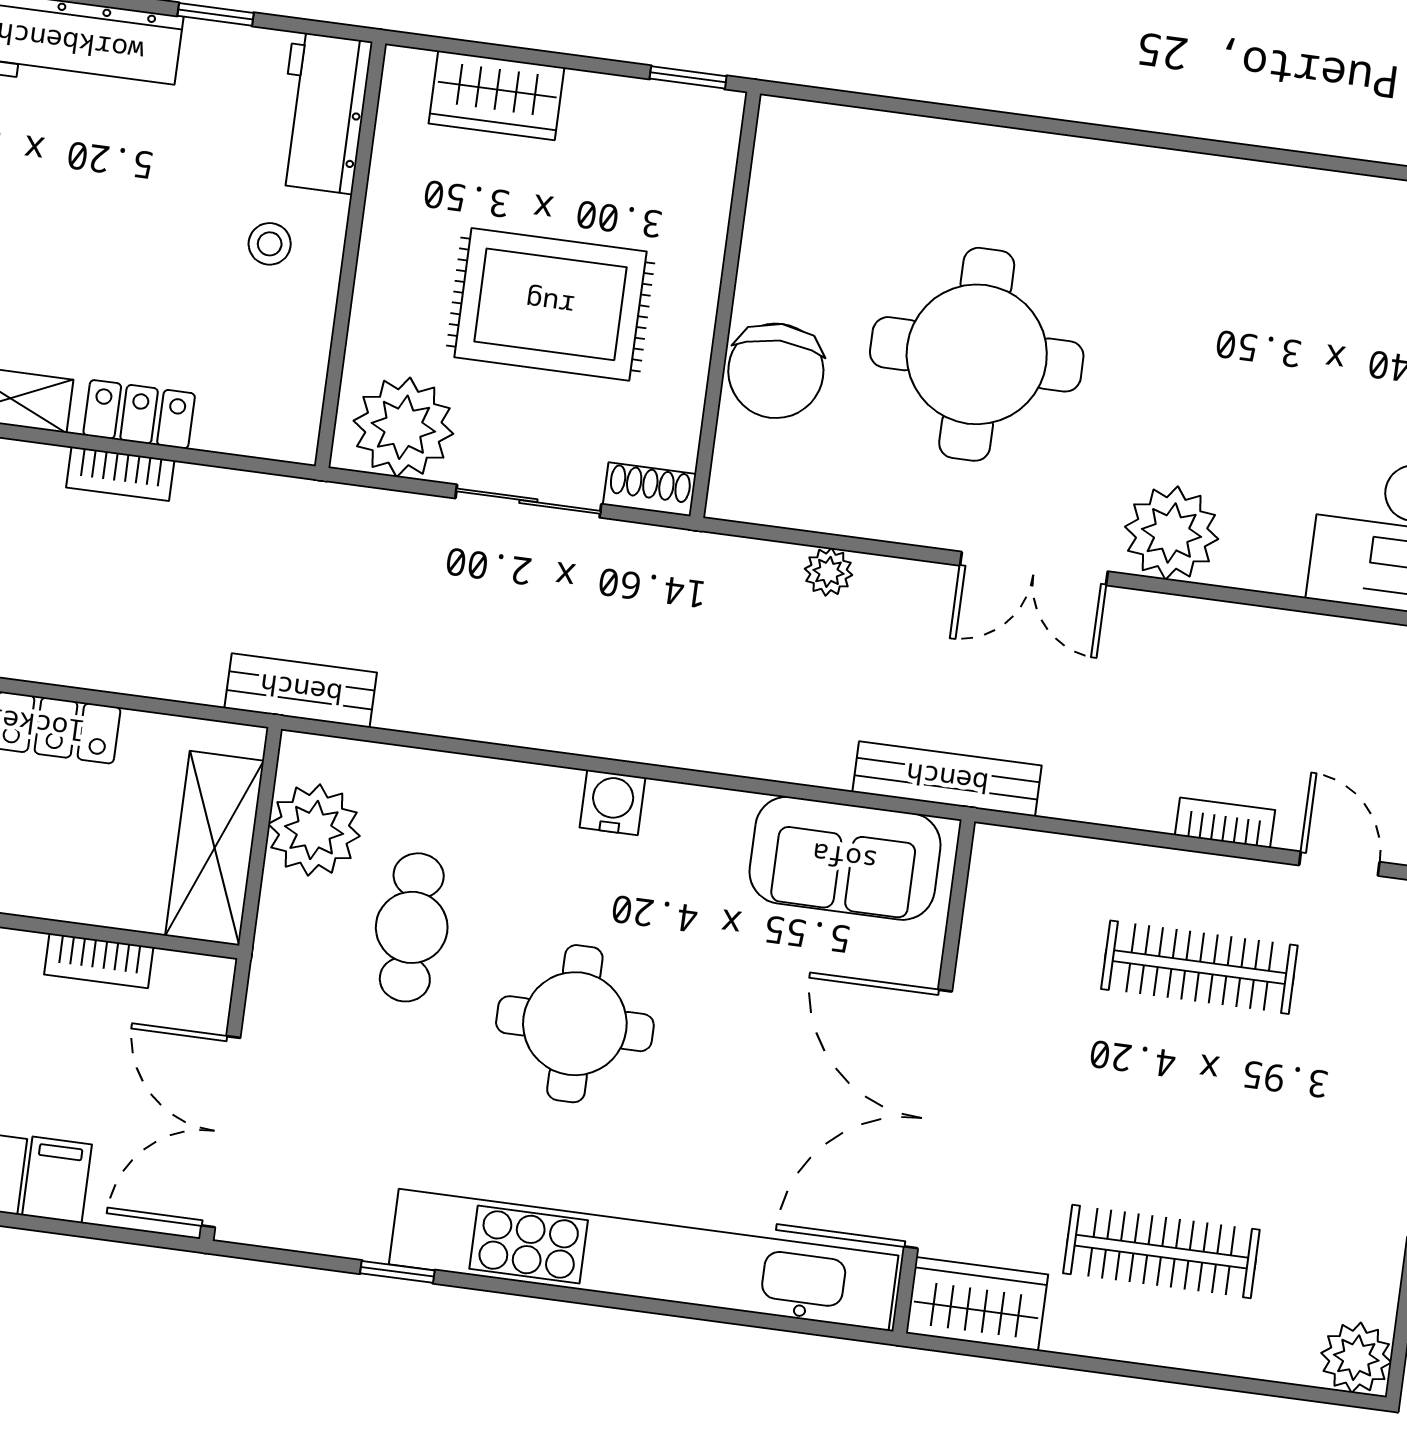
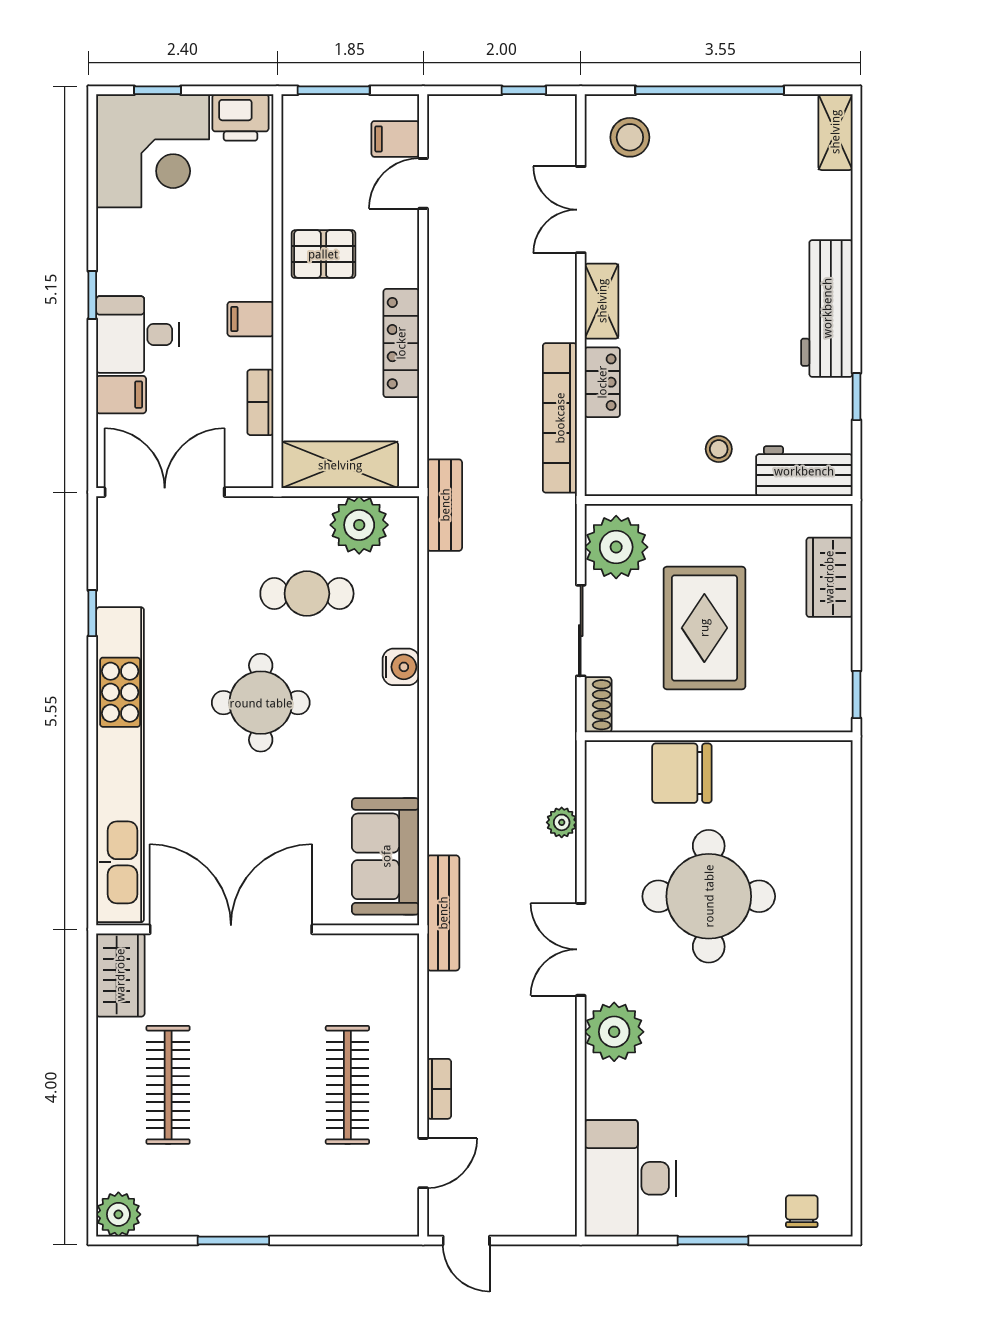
bookcase: (120, 474) -> (560, 418), width x2.31, depth x1.31
water cooler: (613, 803) -> (401, 667), moved

